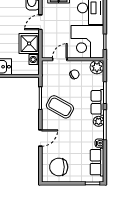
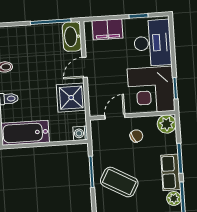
washing machine: (34, 60) -> (80, 133), moved

